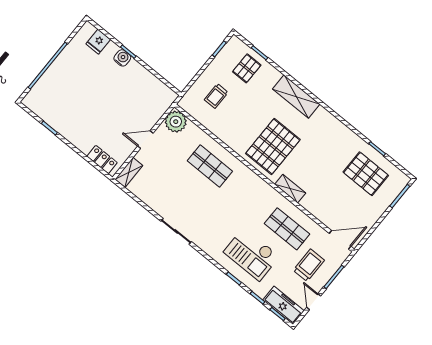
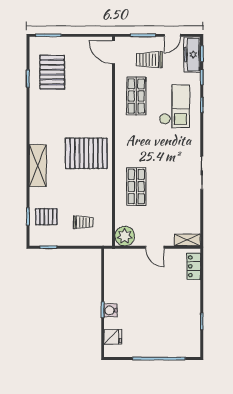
shelving: (290, 189) -> (106, 117), removed

